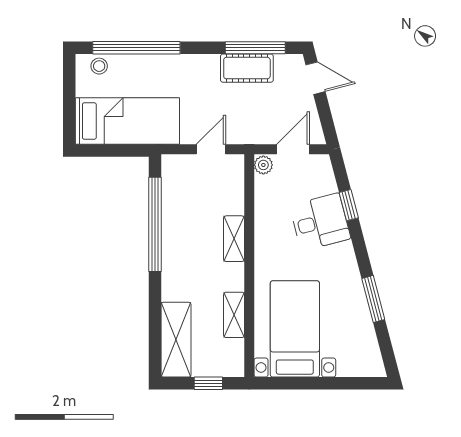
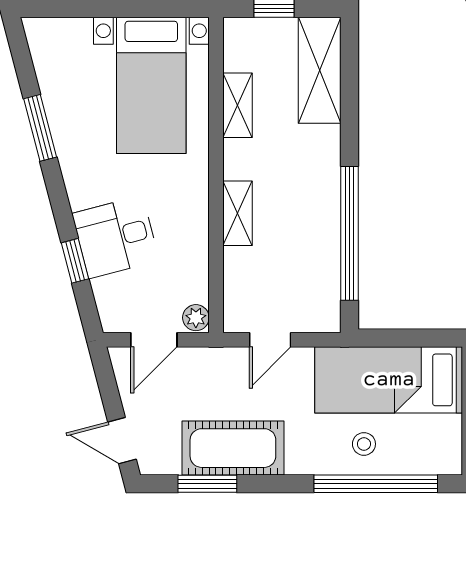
window: (255, 48) -> (207, 484), width x0.69
stool: (99, 66) -> (364, 444), moved
cot: (247, 68) -> (233, 448), width x1.37, depth x1.34

